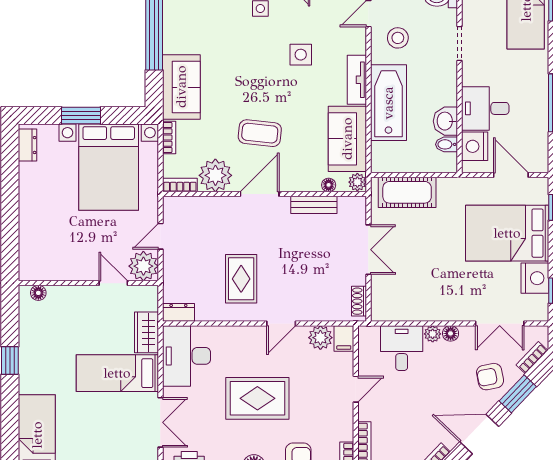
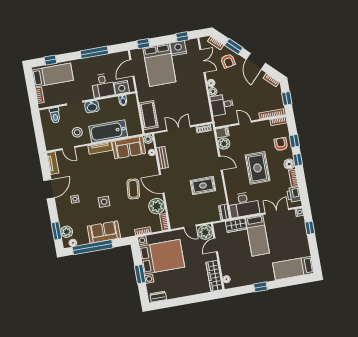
side table: (301, 55) -> (104, 202), moved
sofa: (181, 87) -> (104, 232), moved
washbasin: (445, 121) -> (92, 107), moved
wardrobe: (50, 269) -> (214, 276), added

